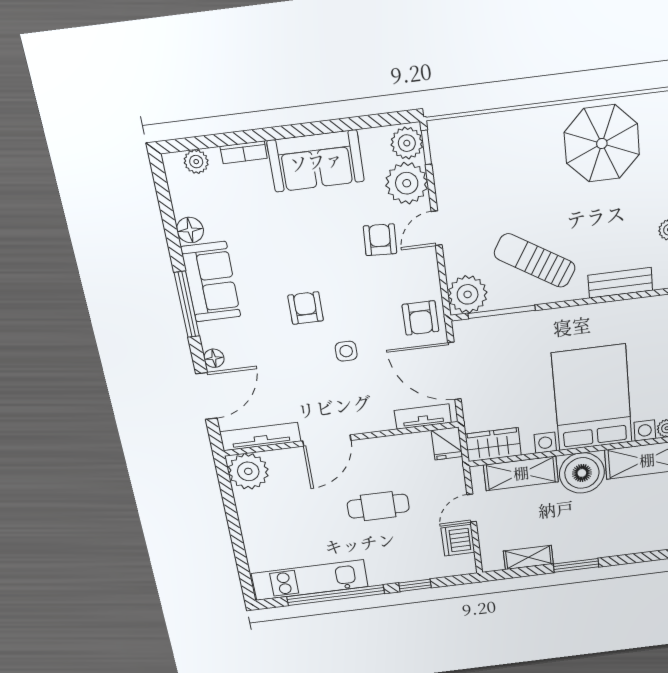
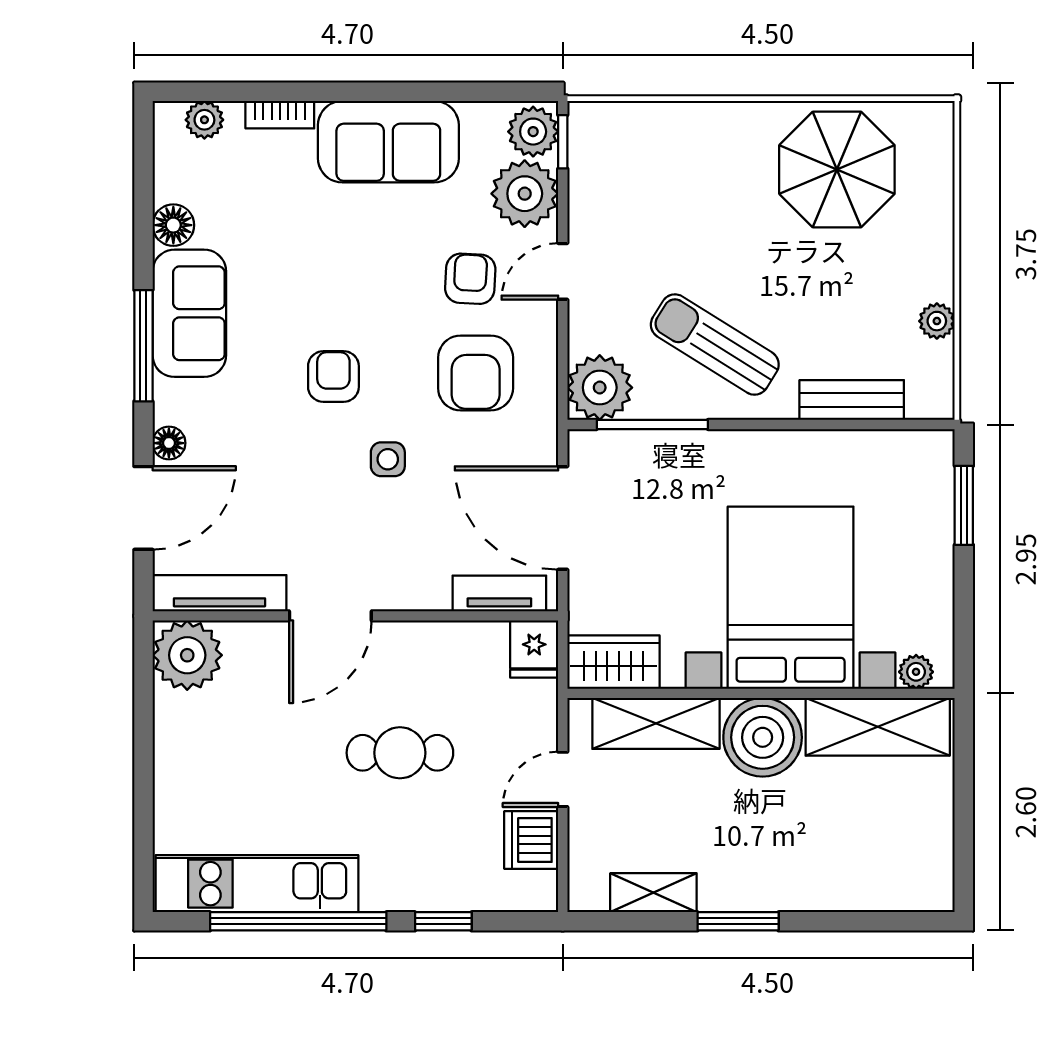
armchair: (420, 318) -> (476, 373), moved, width x1.38, depth x1.38

